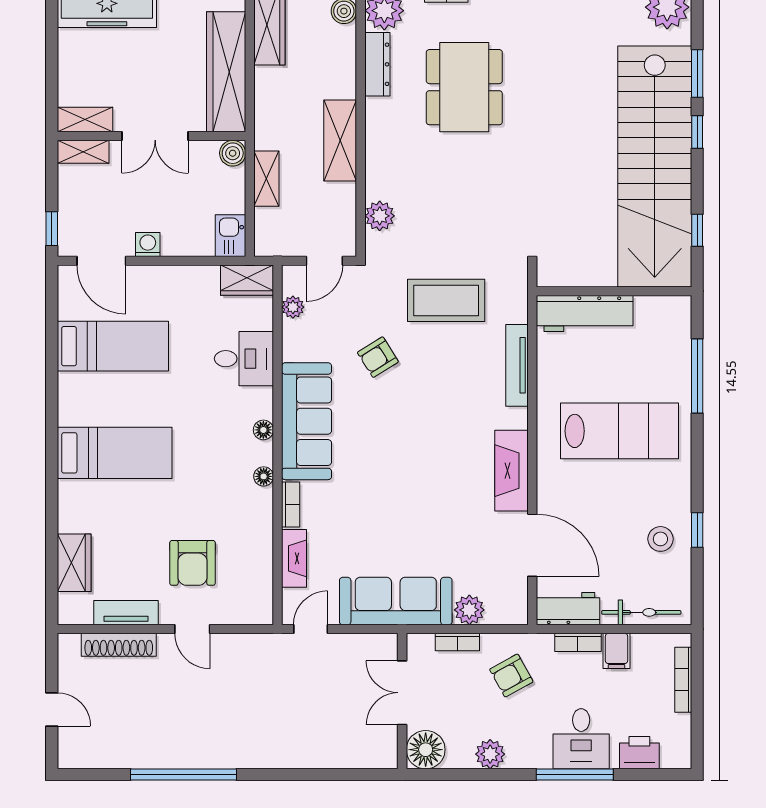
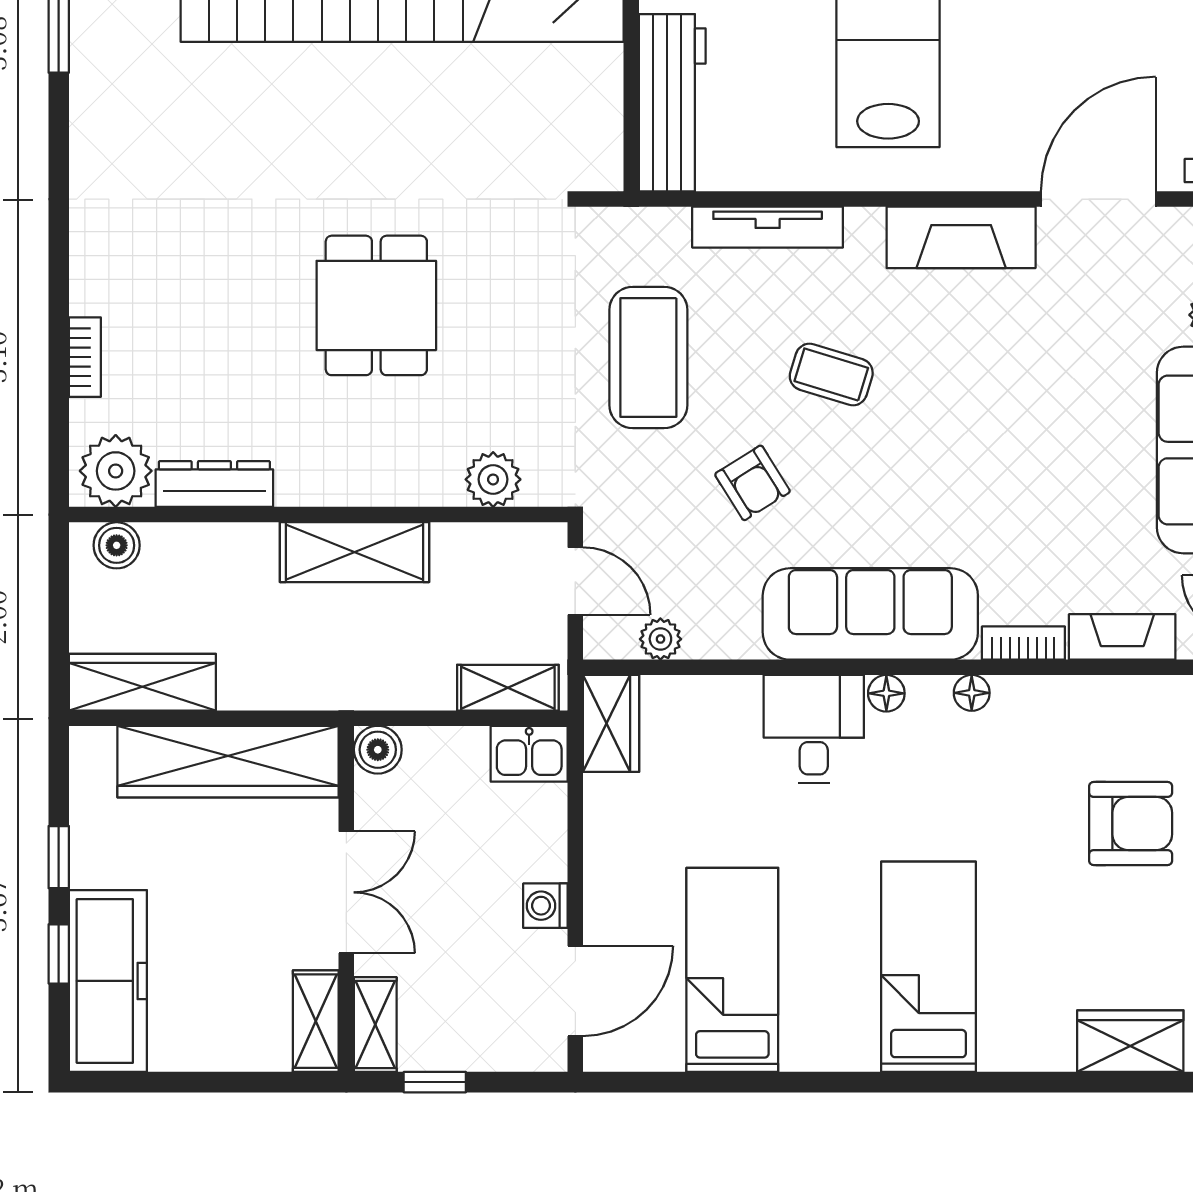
dining table: (464, 87) -> (376, 305), moved, width x0.73
shelving: (266, 179) -> (508, 688), moved
window: (52, 229) -> (435, 1082), moved
desk: (244, 359) -> (814, 729), moved
coffee table: (437, 400) -> (831, 374), added

